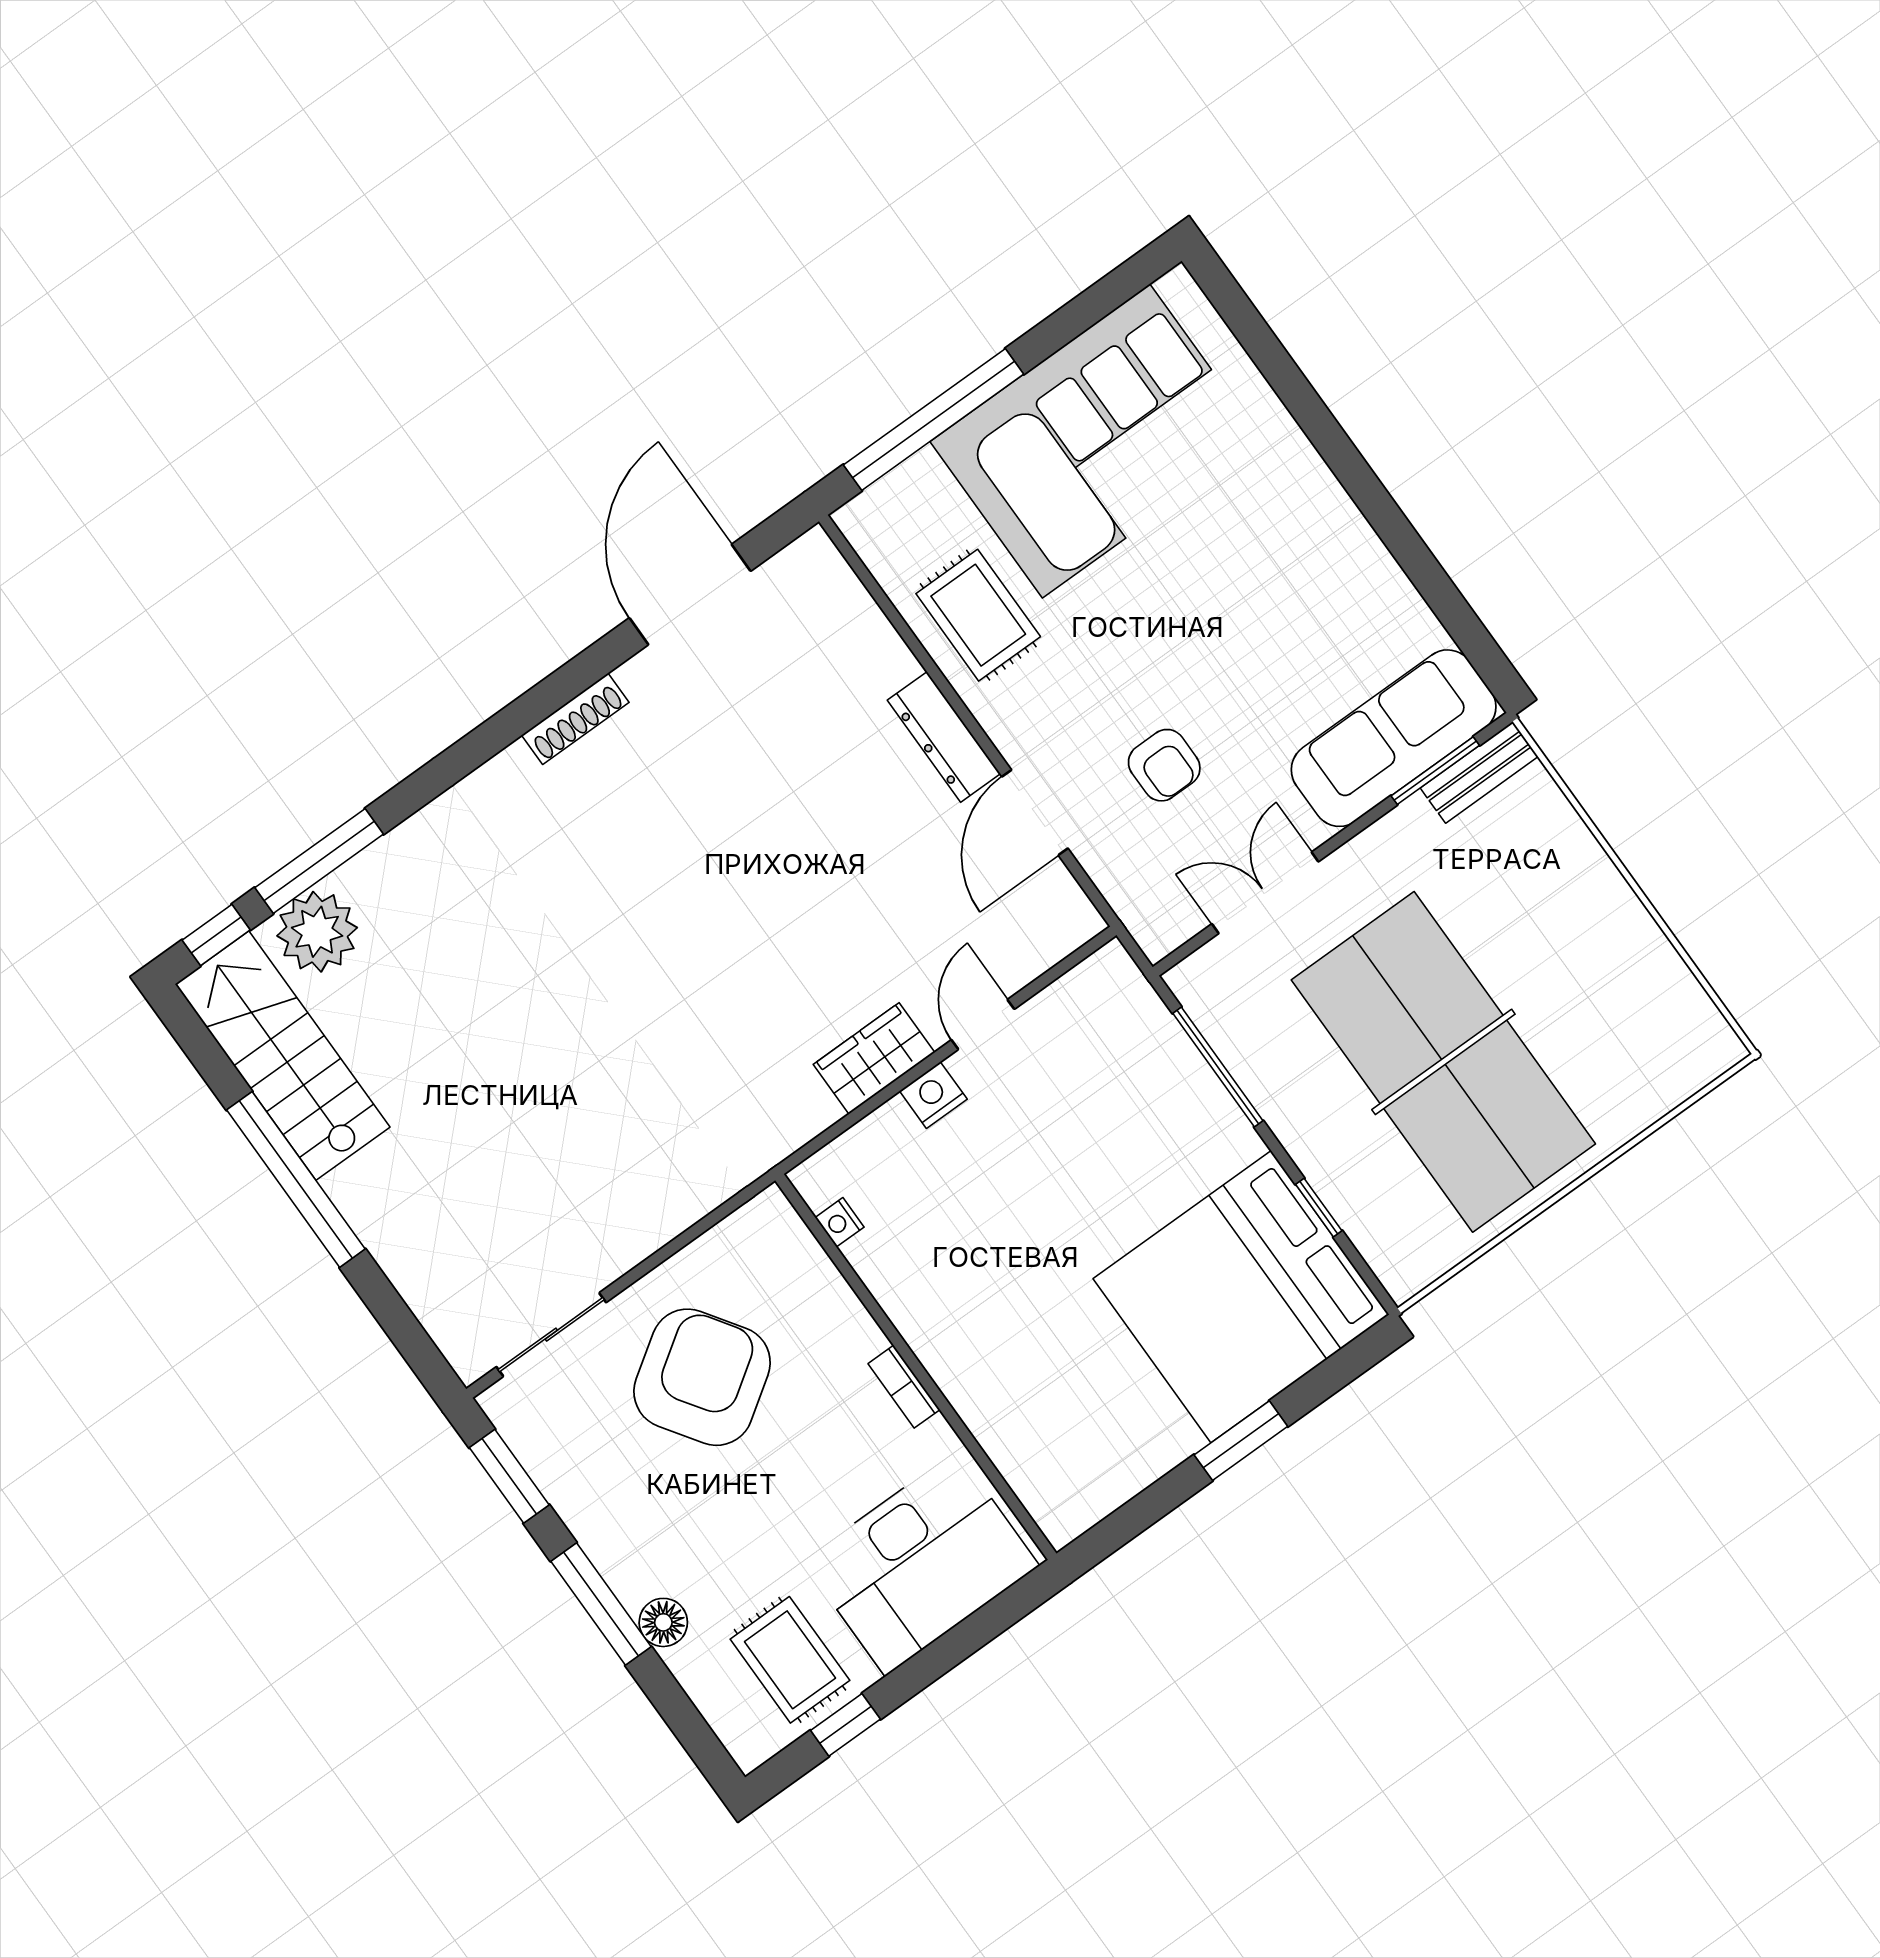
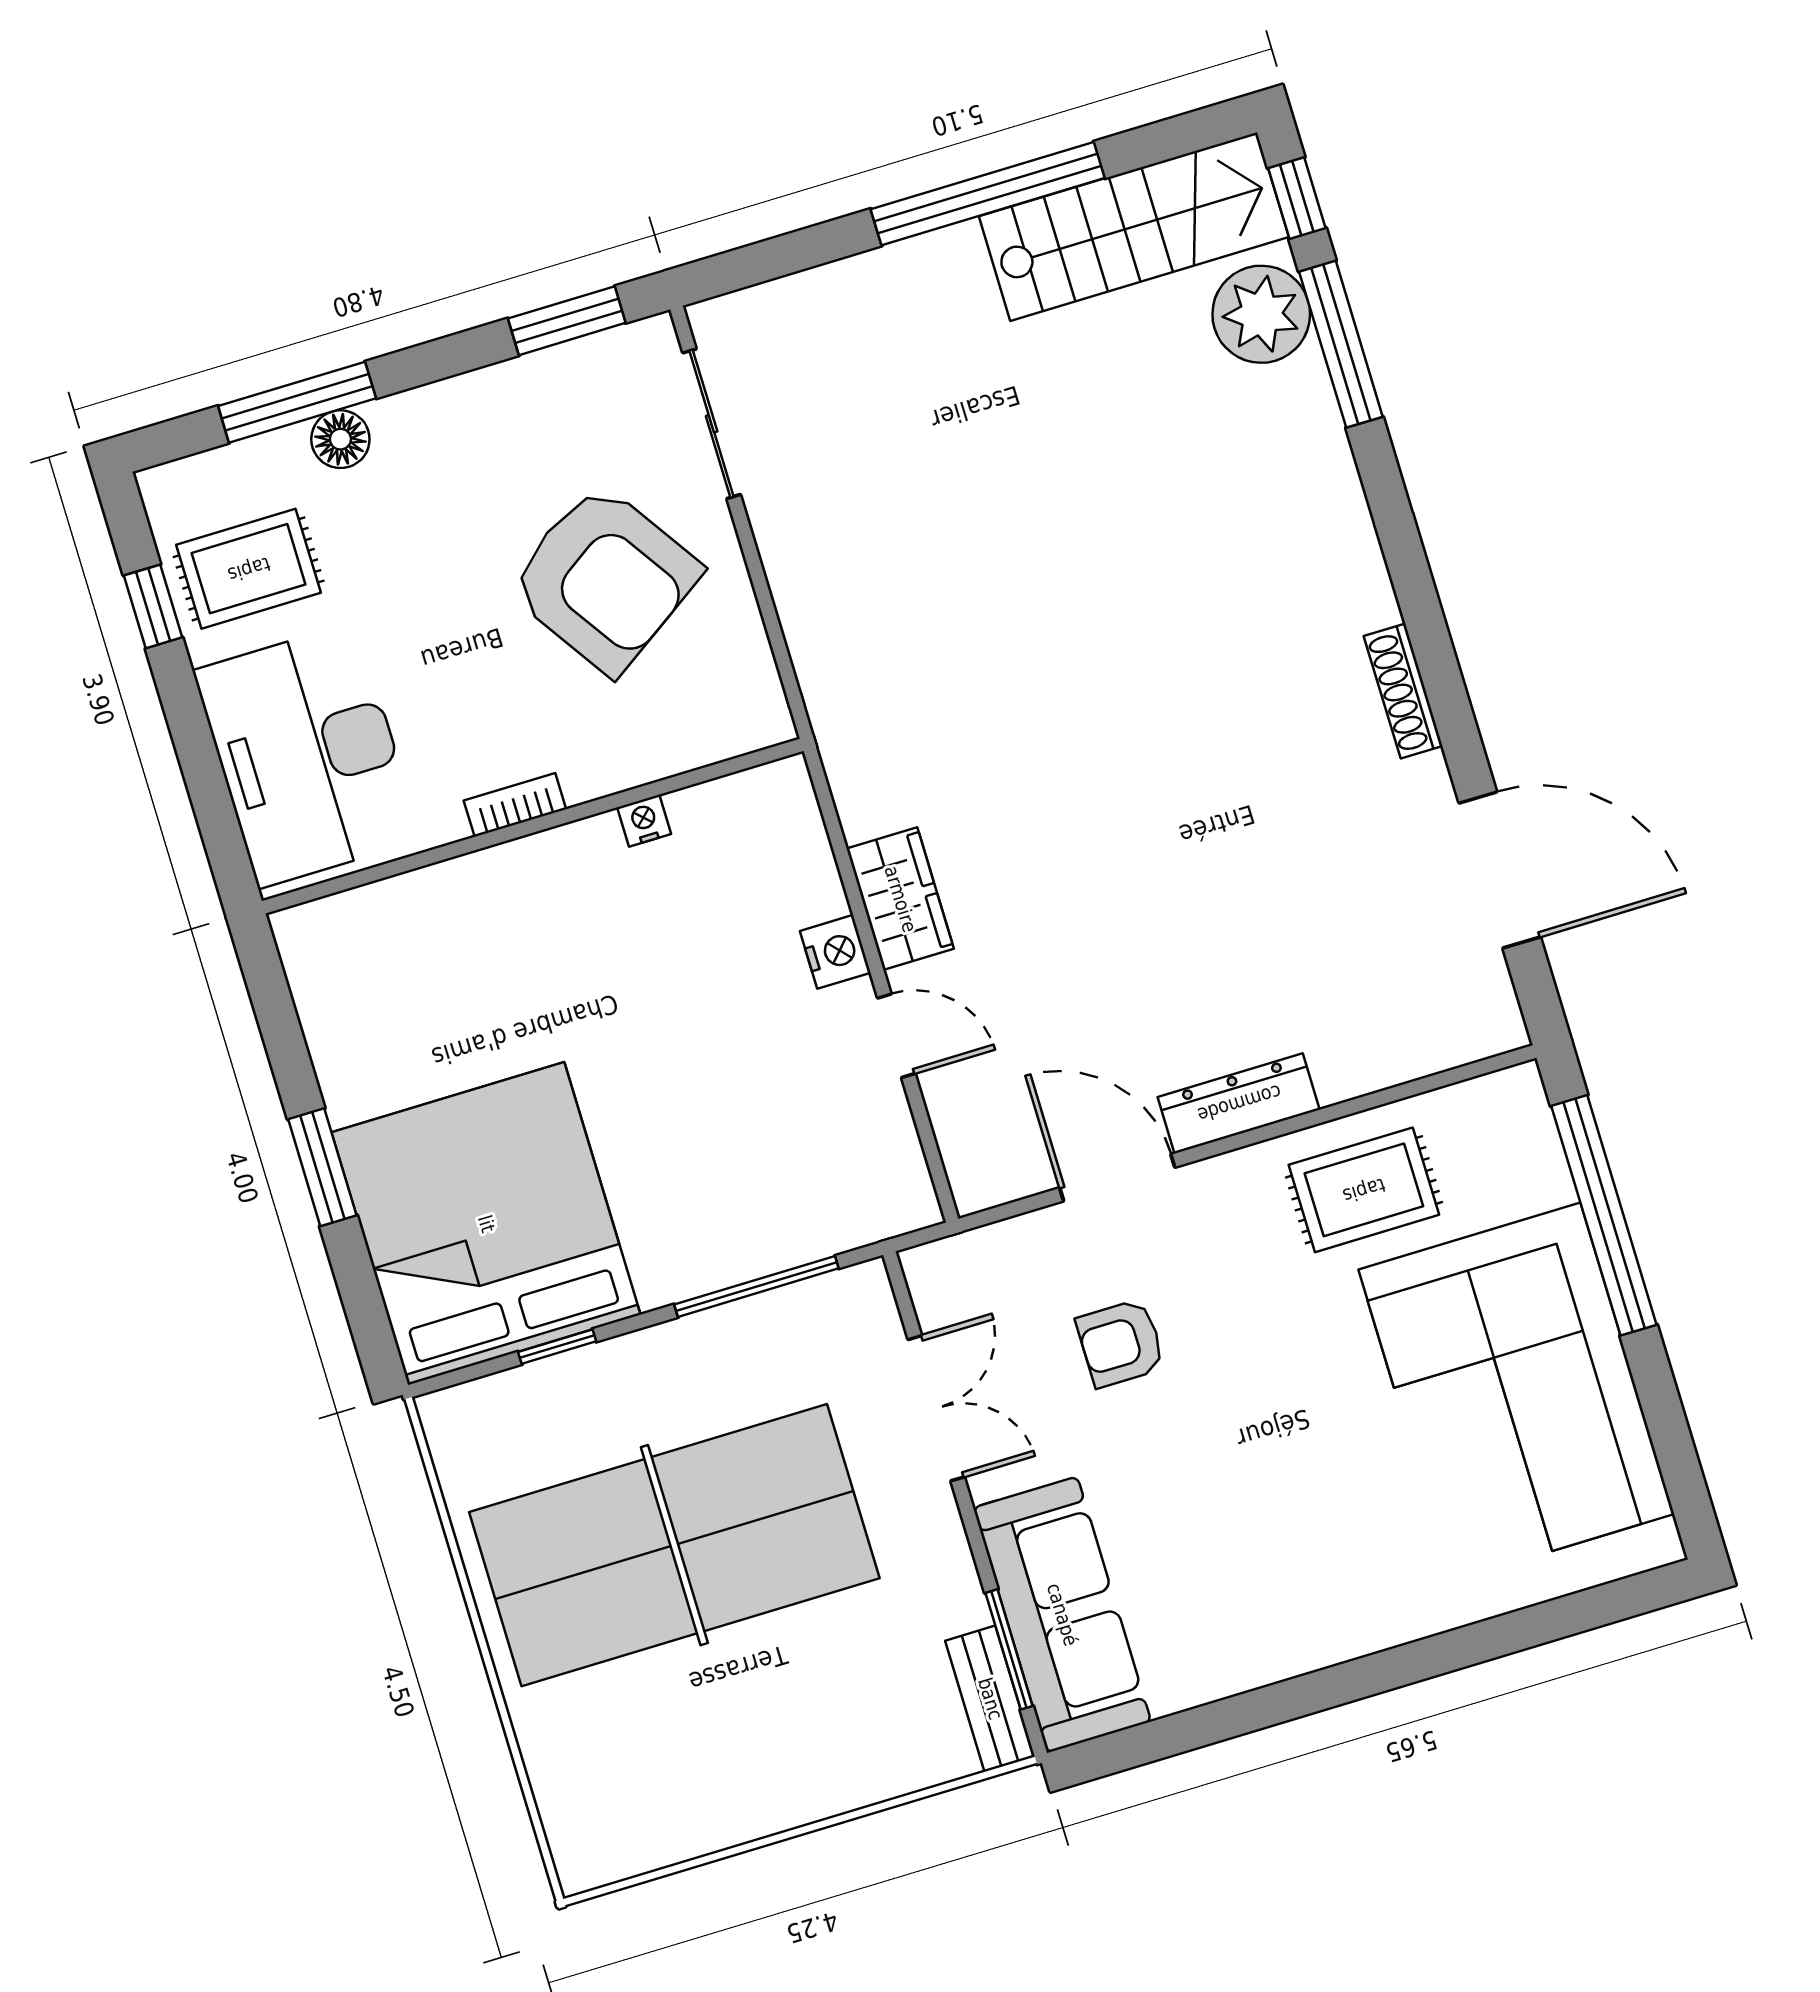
nightstand: (840, 1222) -> (644, 821), moved
window: (601, 1604) -> (297, 402), moved

